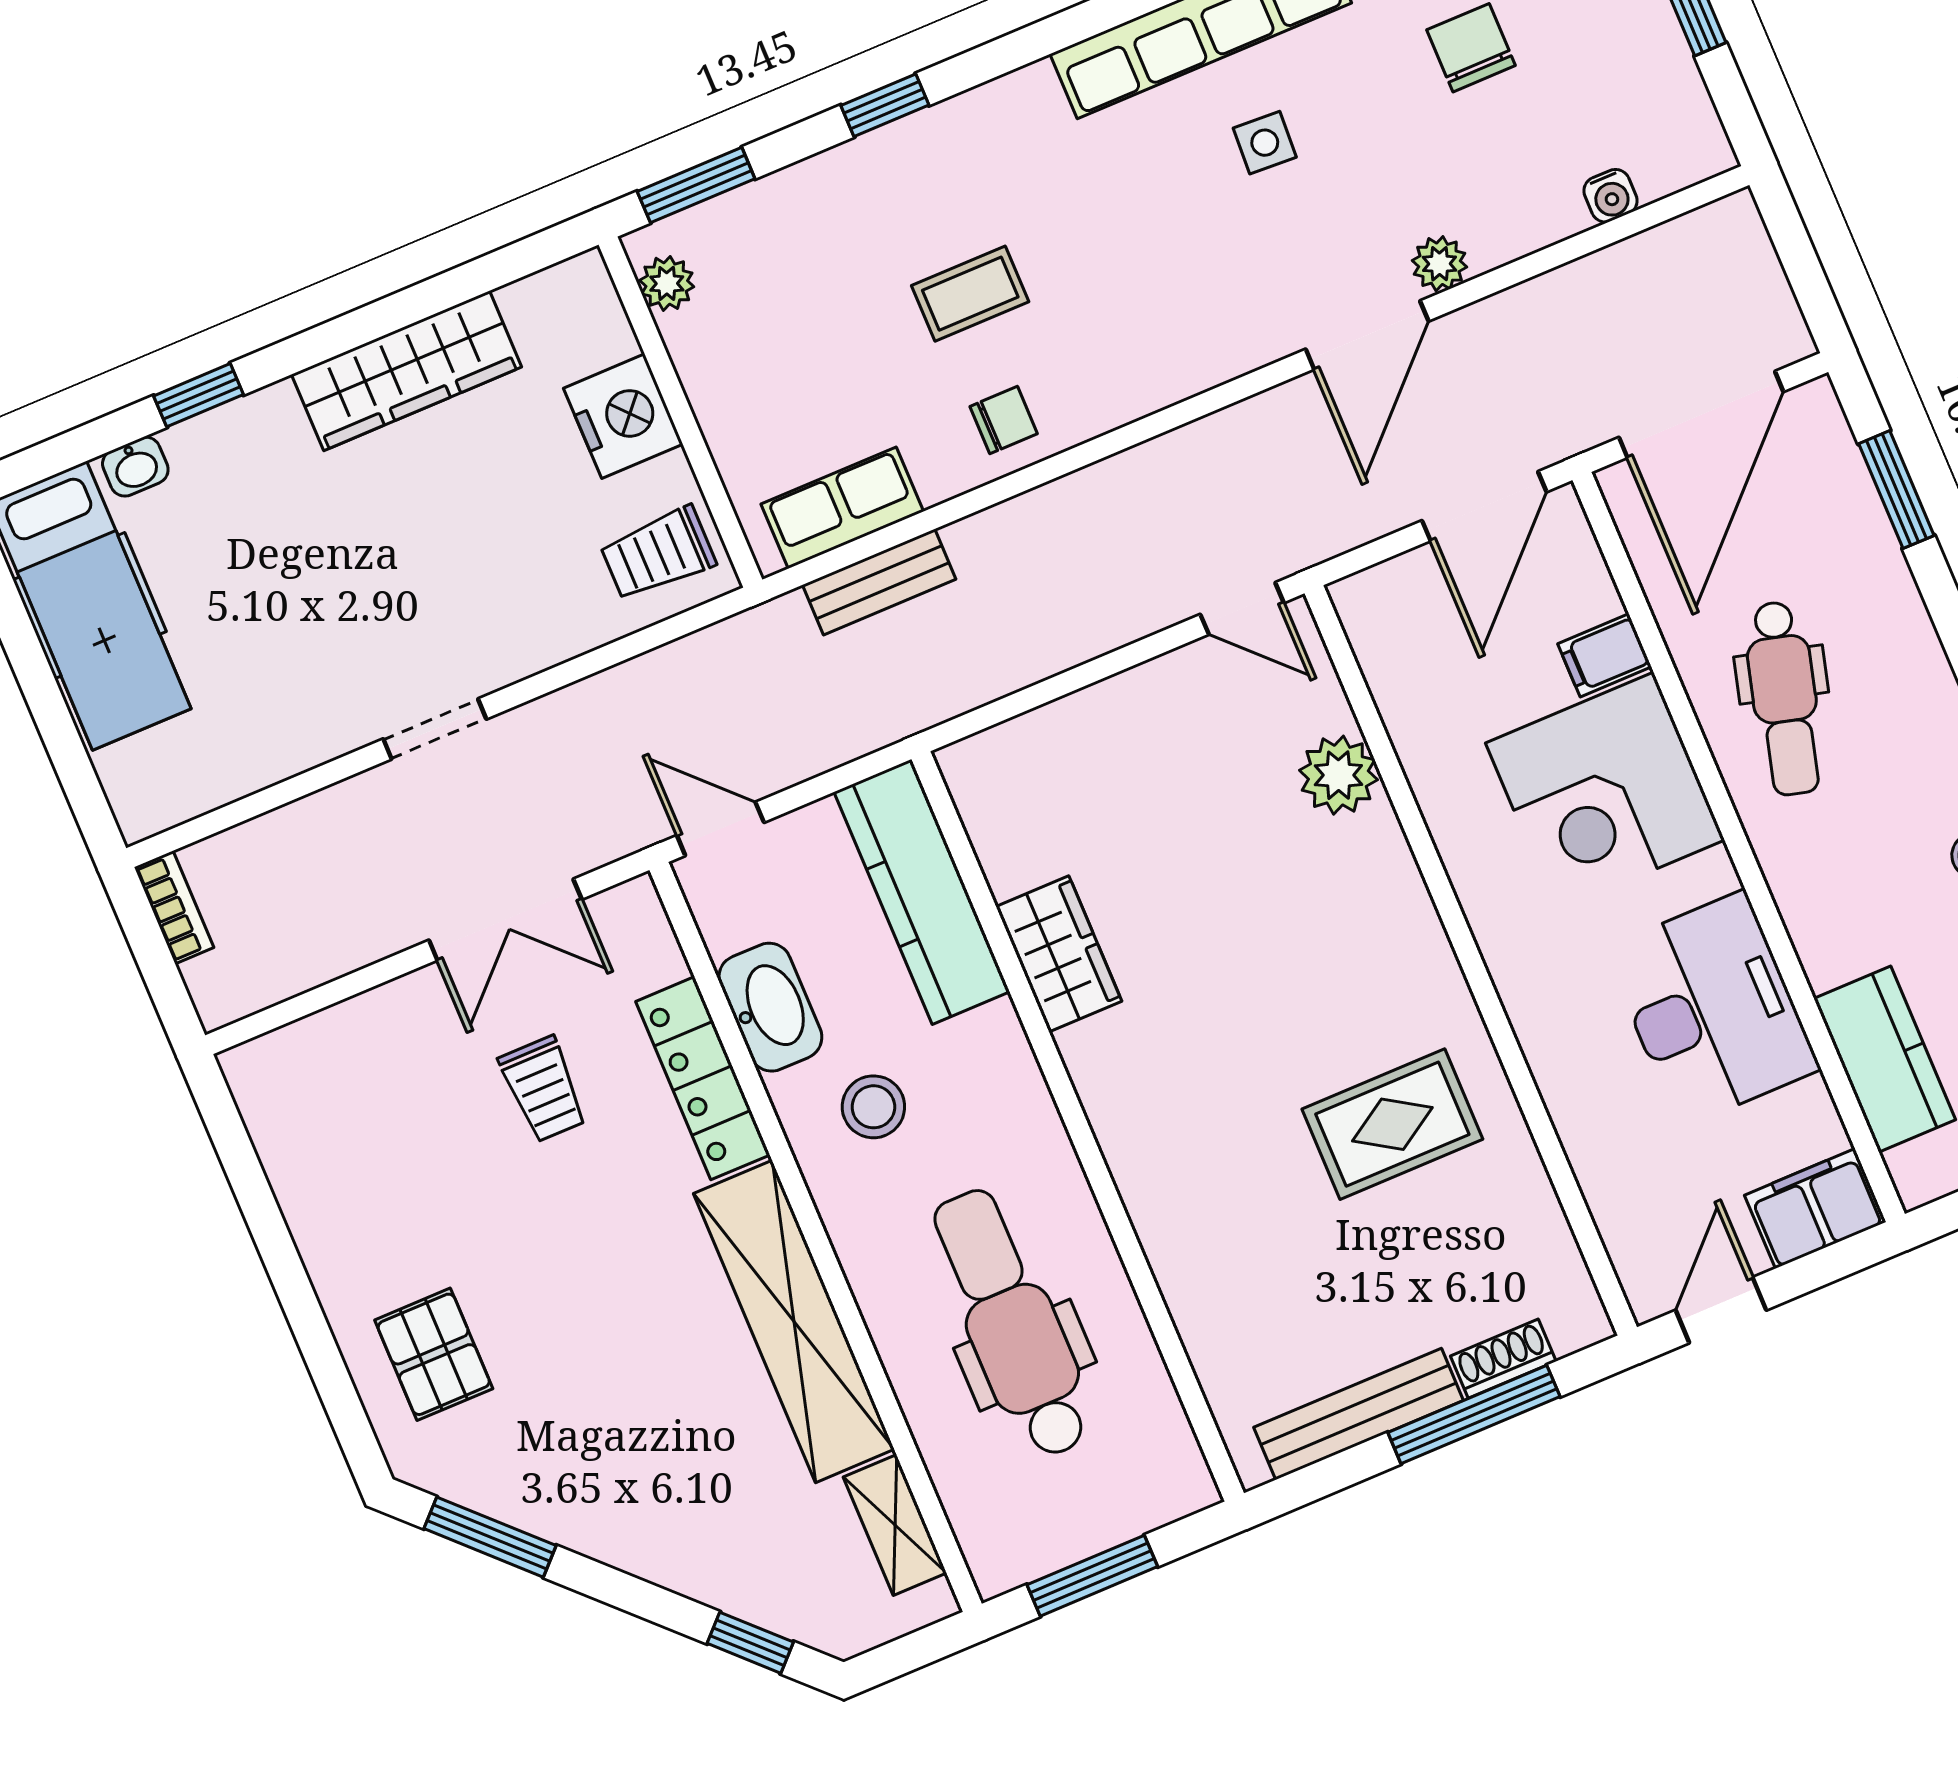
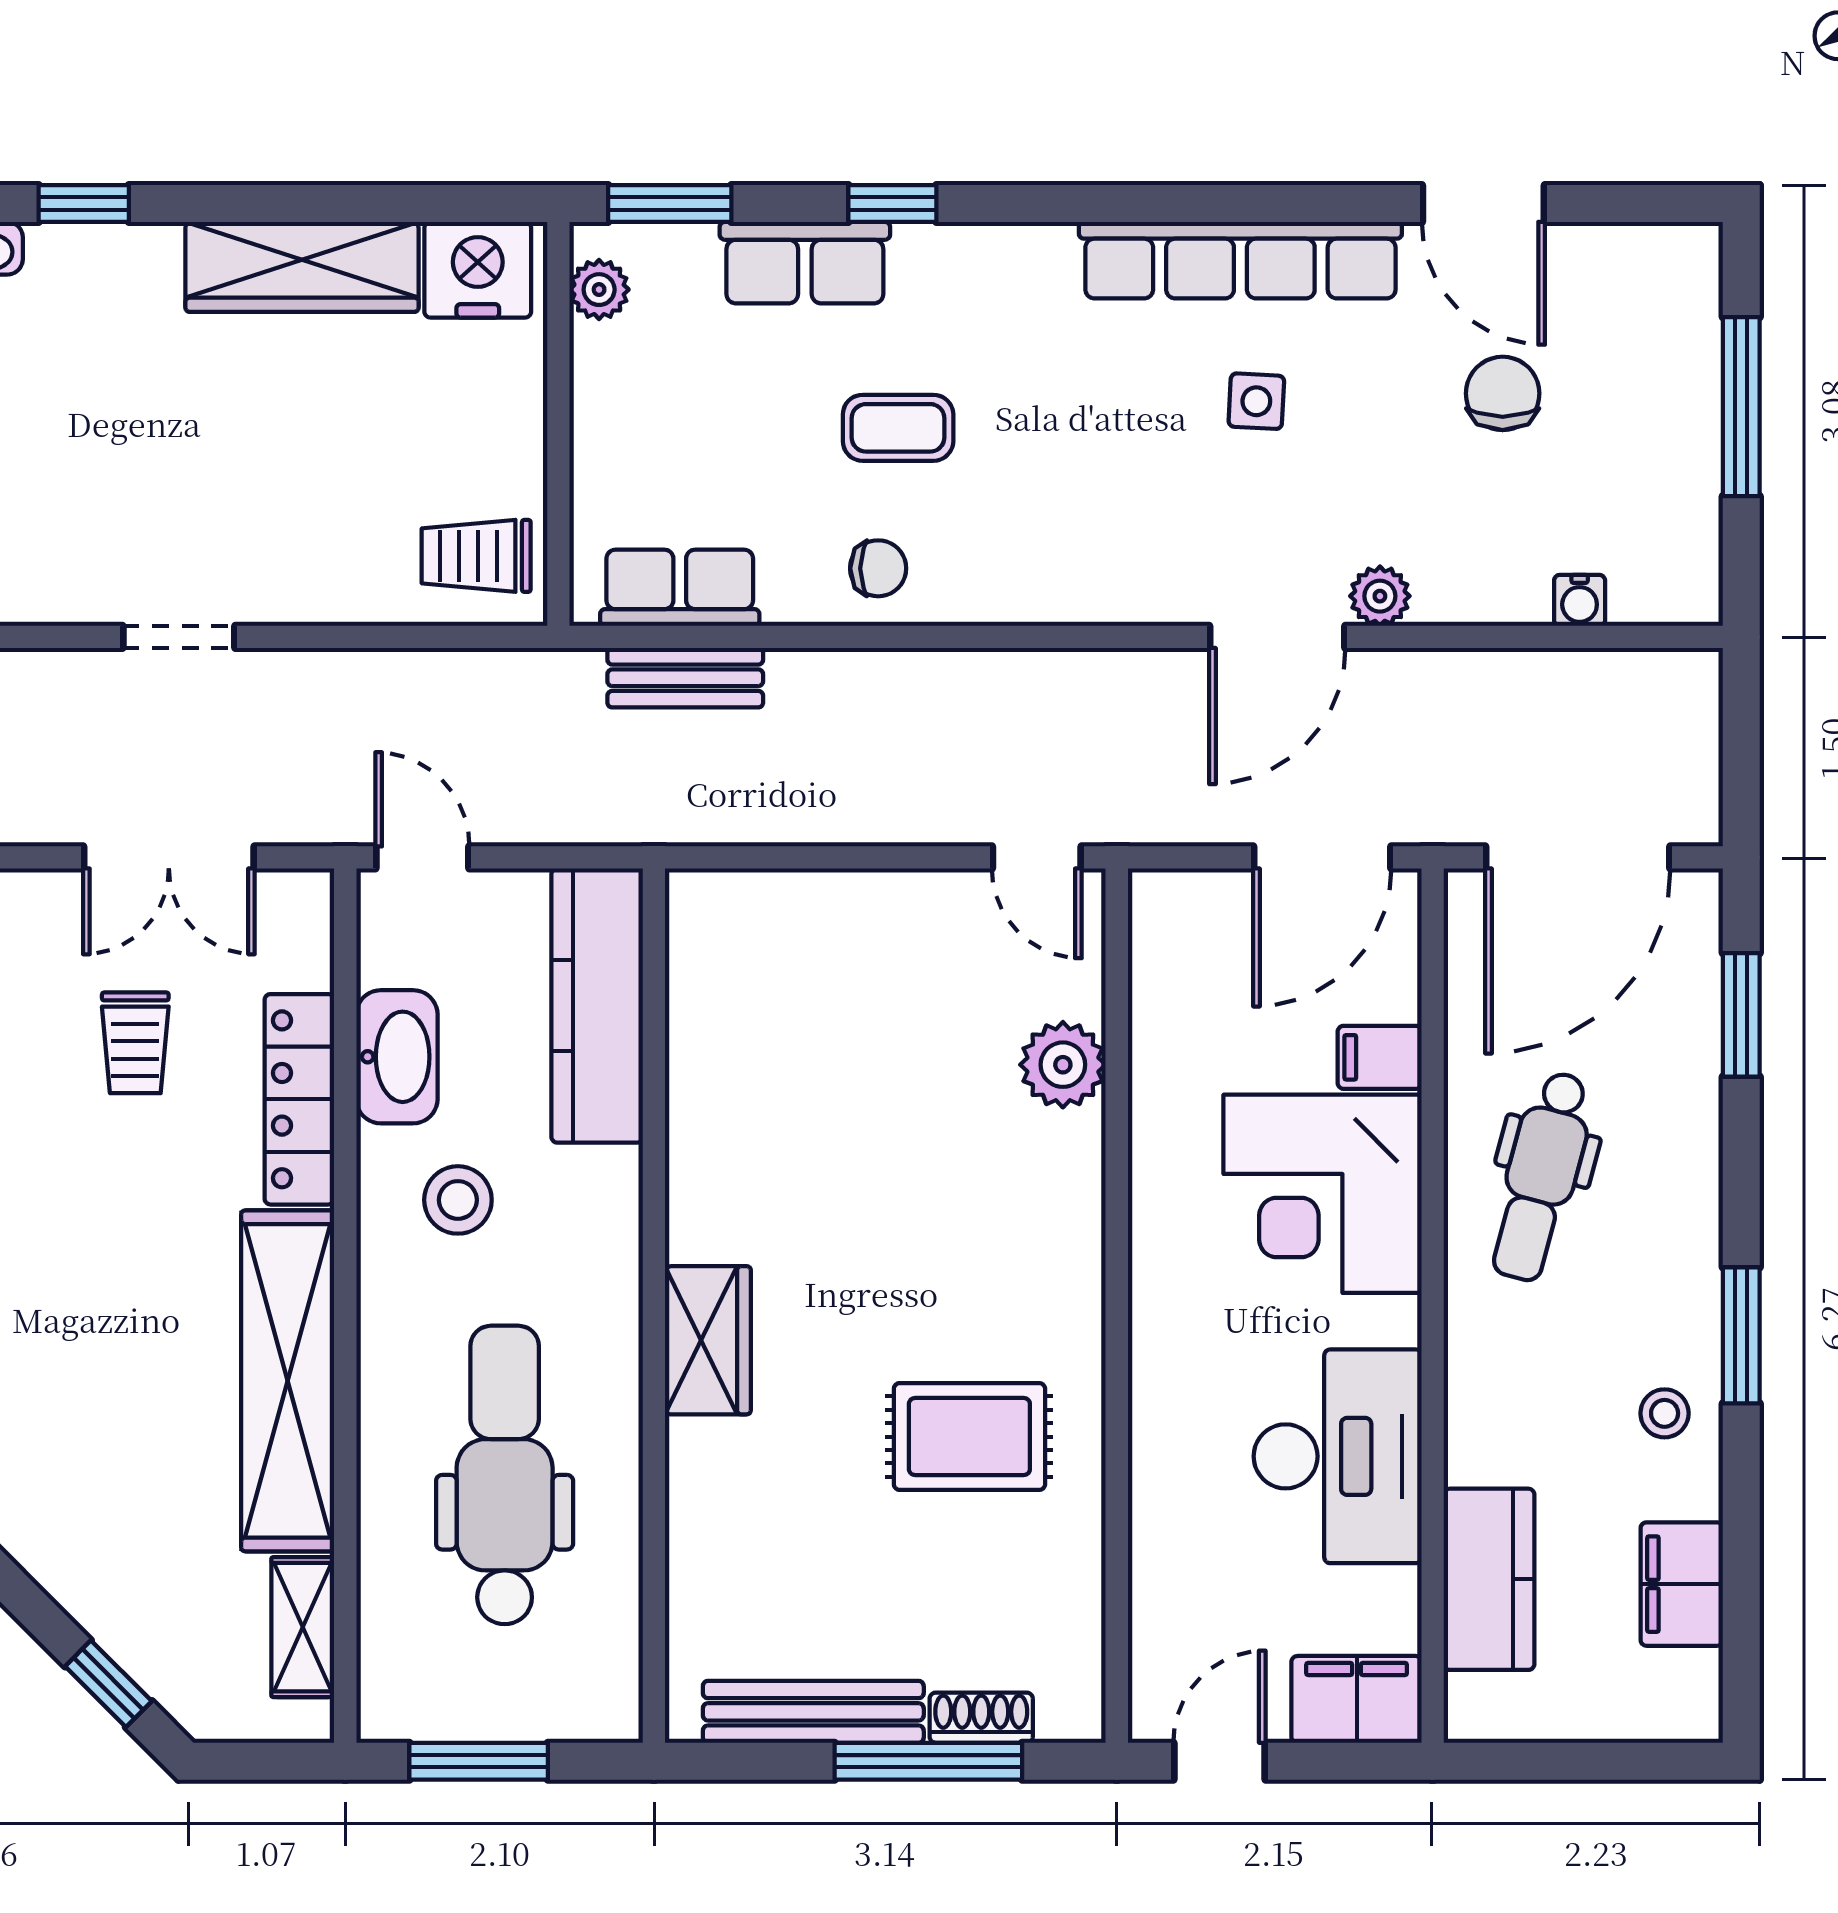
row of seats: (832, 187) -> (805, 263), added
nightstand: (623, 416) -> (478, 270), moved, turned -90
wardrobe: (1059, 954) -> (708, 1340), moved

